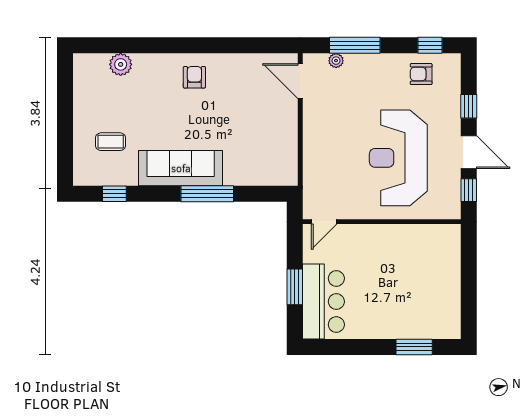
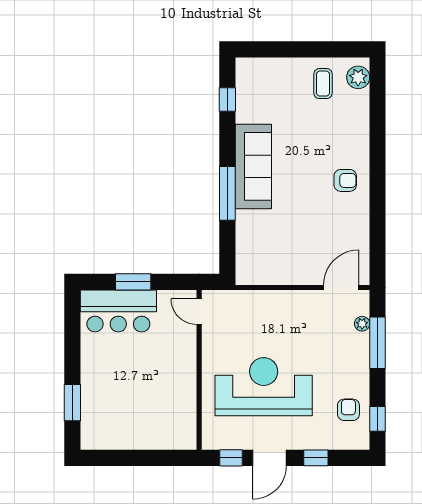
plant: (121, 64) -> (358, 77), moved
coffee table: (111, 142) -> (323, 84), moved

